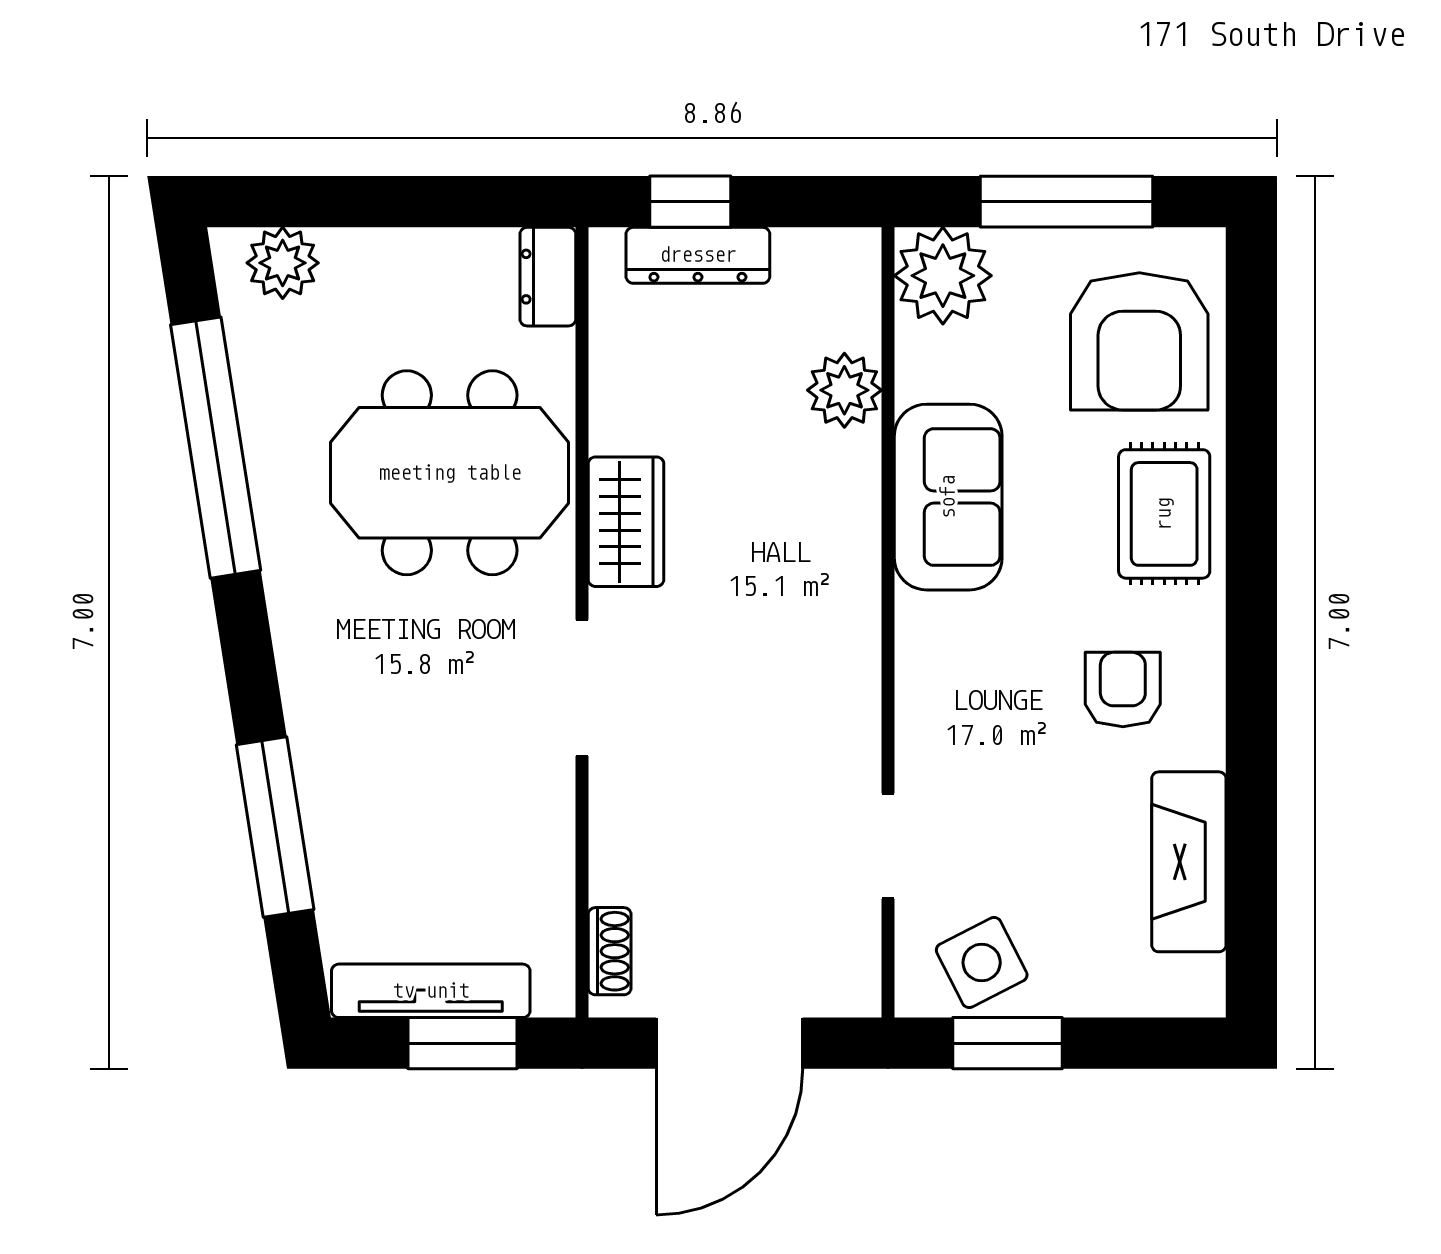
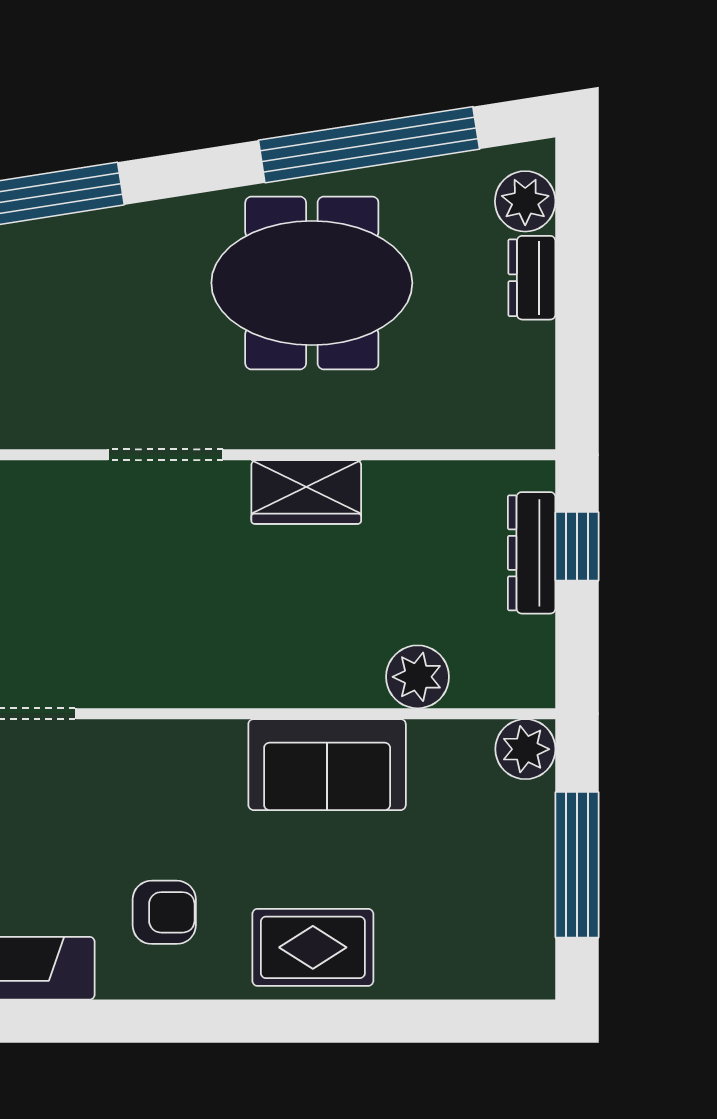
plant: (943, 276) -> (525, 749), width x0.73, depth x0.73
dresser: (548, 277) -> (532, 278), moved, turned -90
armchair: (1139, 341) -> (459, 926), removed
meeting table: (450, 473) -> (312, 283), moved, turned 90

